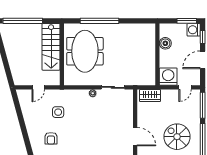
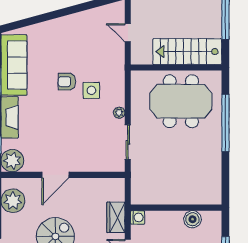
washing machine: (168, 77) -> (138, 217), width x0.53, depth x0.53
wardrobe: (150, 95) -> (116, 217), moved
side table: (58, 112) -> (91, 90), moved
armchair: (51, 138) -> (67, 82), moved

